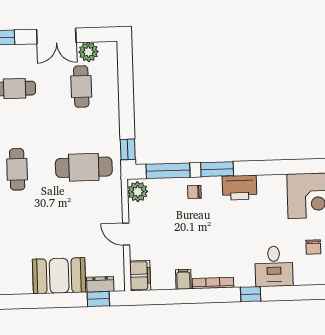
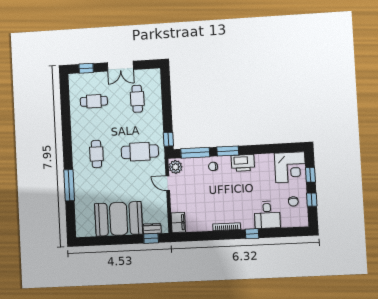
plant: (88, 52) -> (141, 76), removed
door: (126, 234) -> (168, 183), moved
booth: (59, 276) -> (119, 219), width x1.36, depth x1.42
filing cabinet: (183, 279) -> (207, 224), removed

